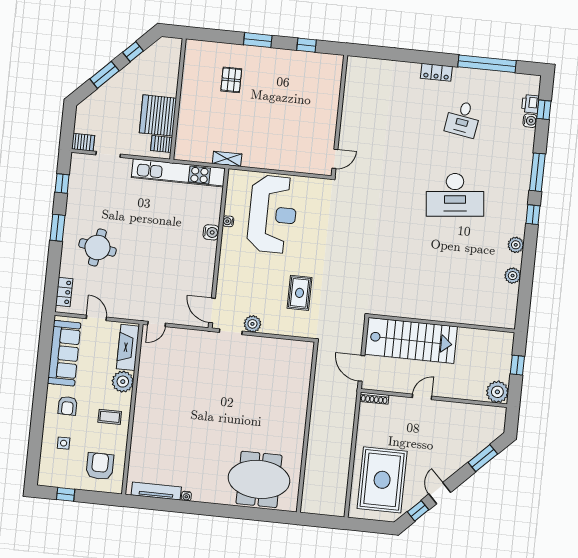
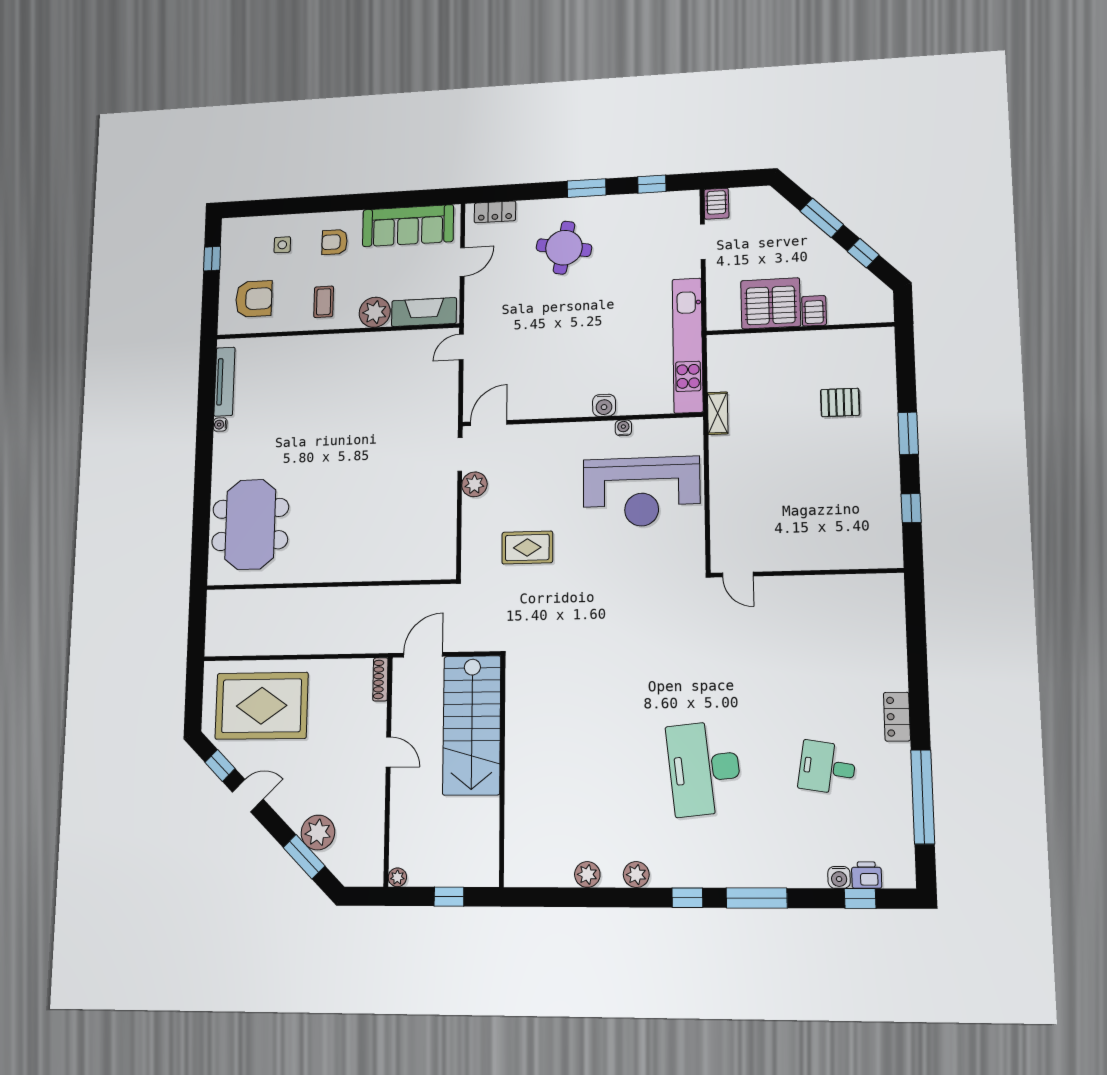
server rack: (162, 144) -> (814, 311), moved
door: (157, 324) -> (461, 347), hinge flipped
plant: (497, 392) -> (397, 877), width x0.53, depth x0.53
plant: (468, 448) -> (318, 832), added

